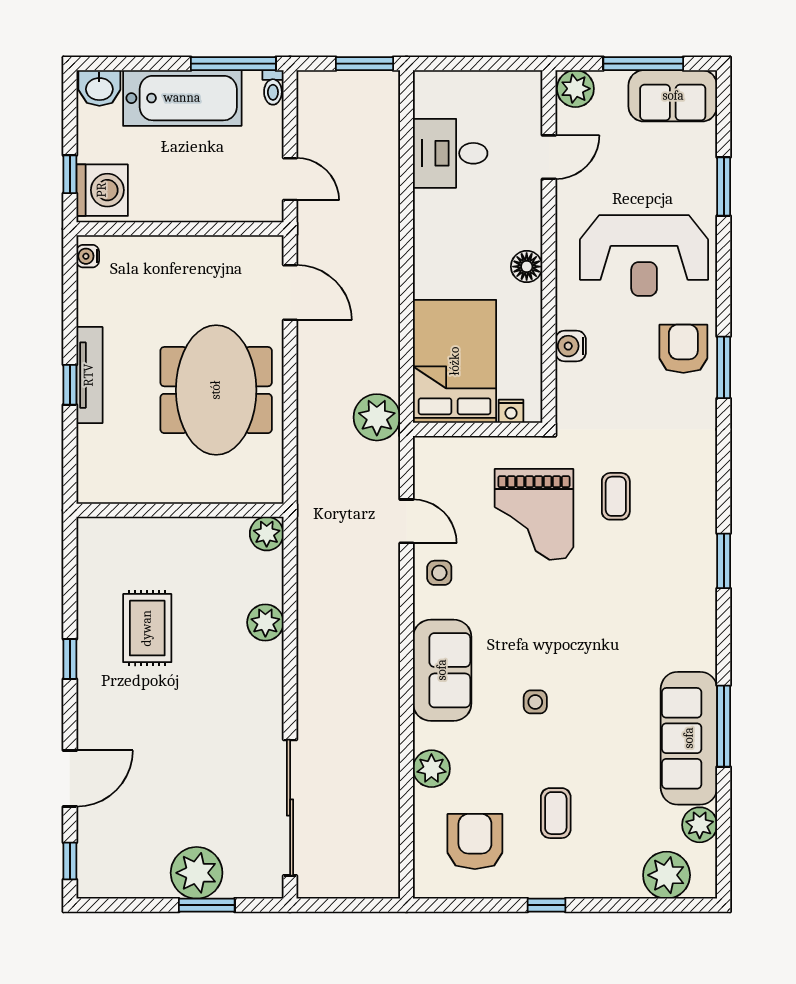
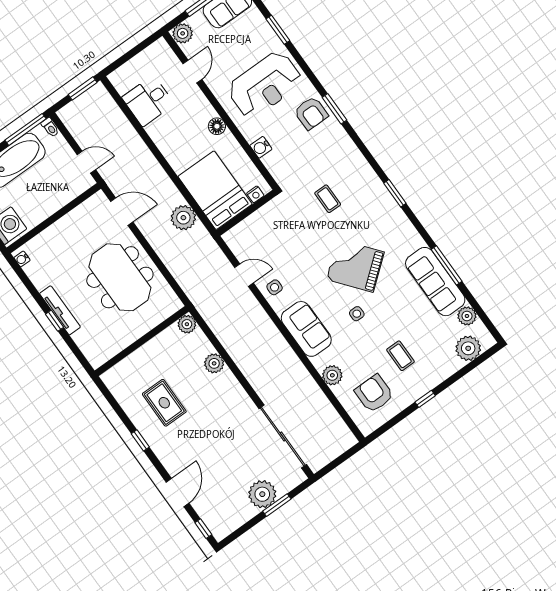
armchair: (683, 349) -> (311, 113), turned 180
plant: (377, 417) -> (183, 218), moved
grand piano: (534, 514) -> (355, 266), moved, turned 141

